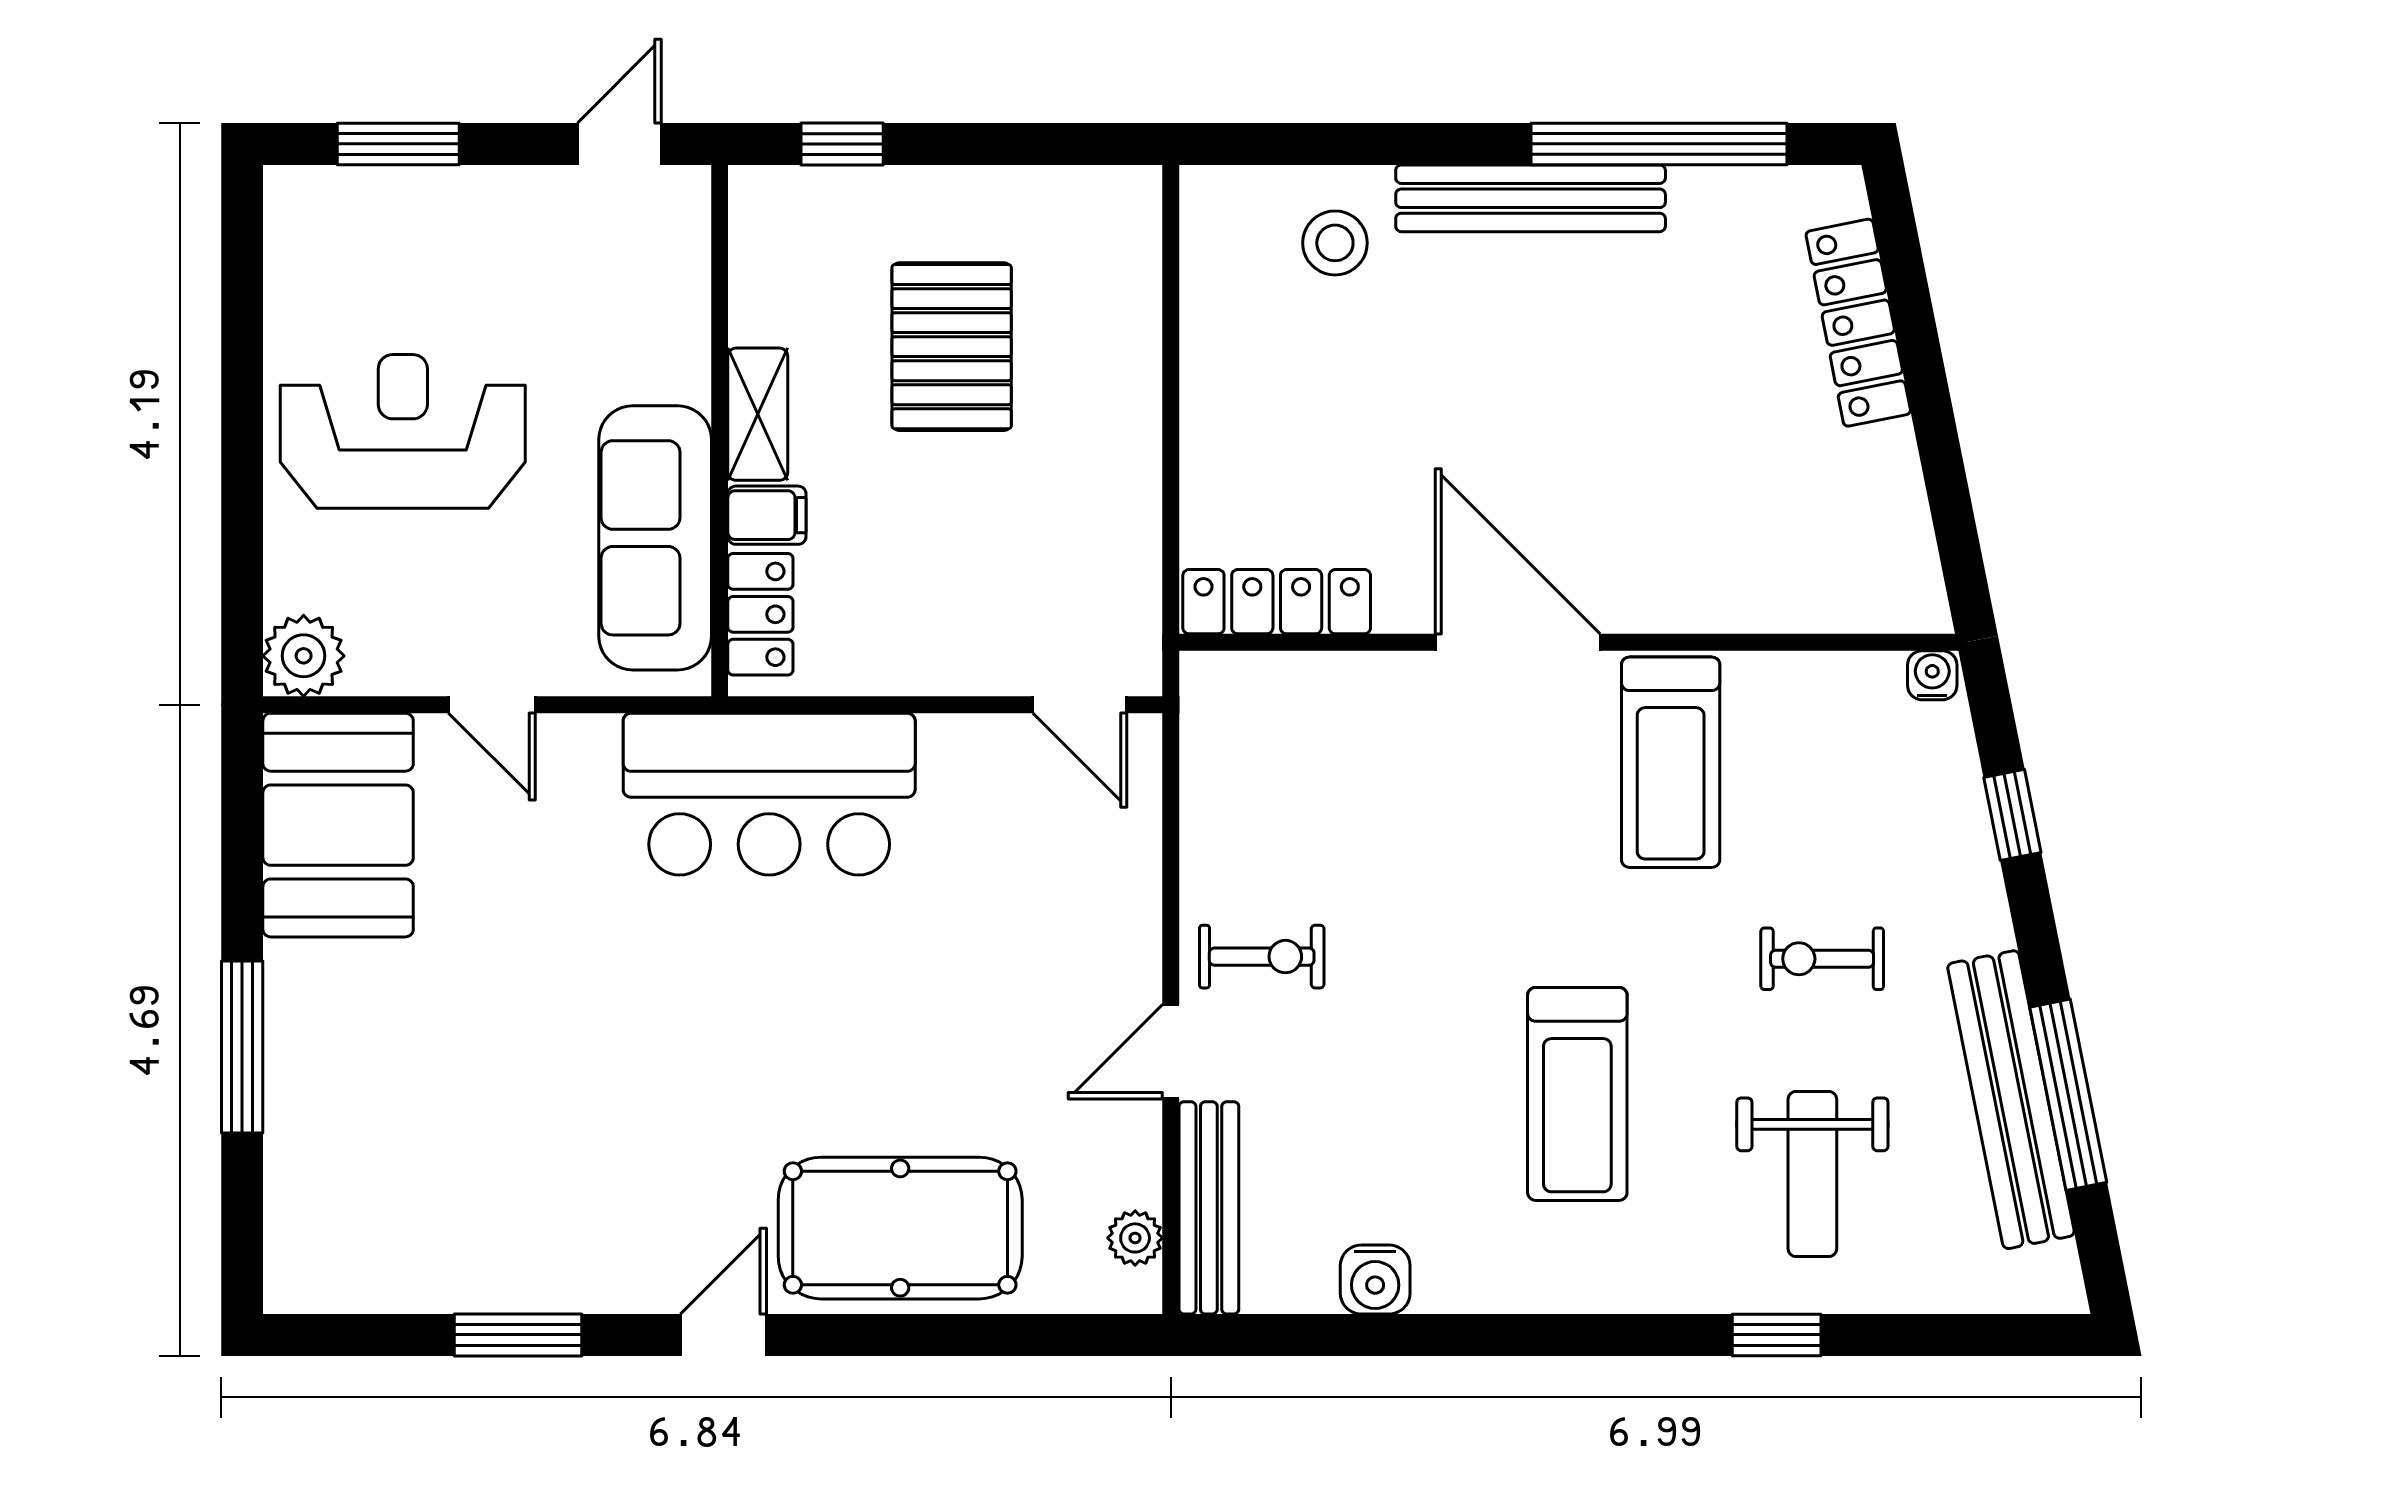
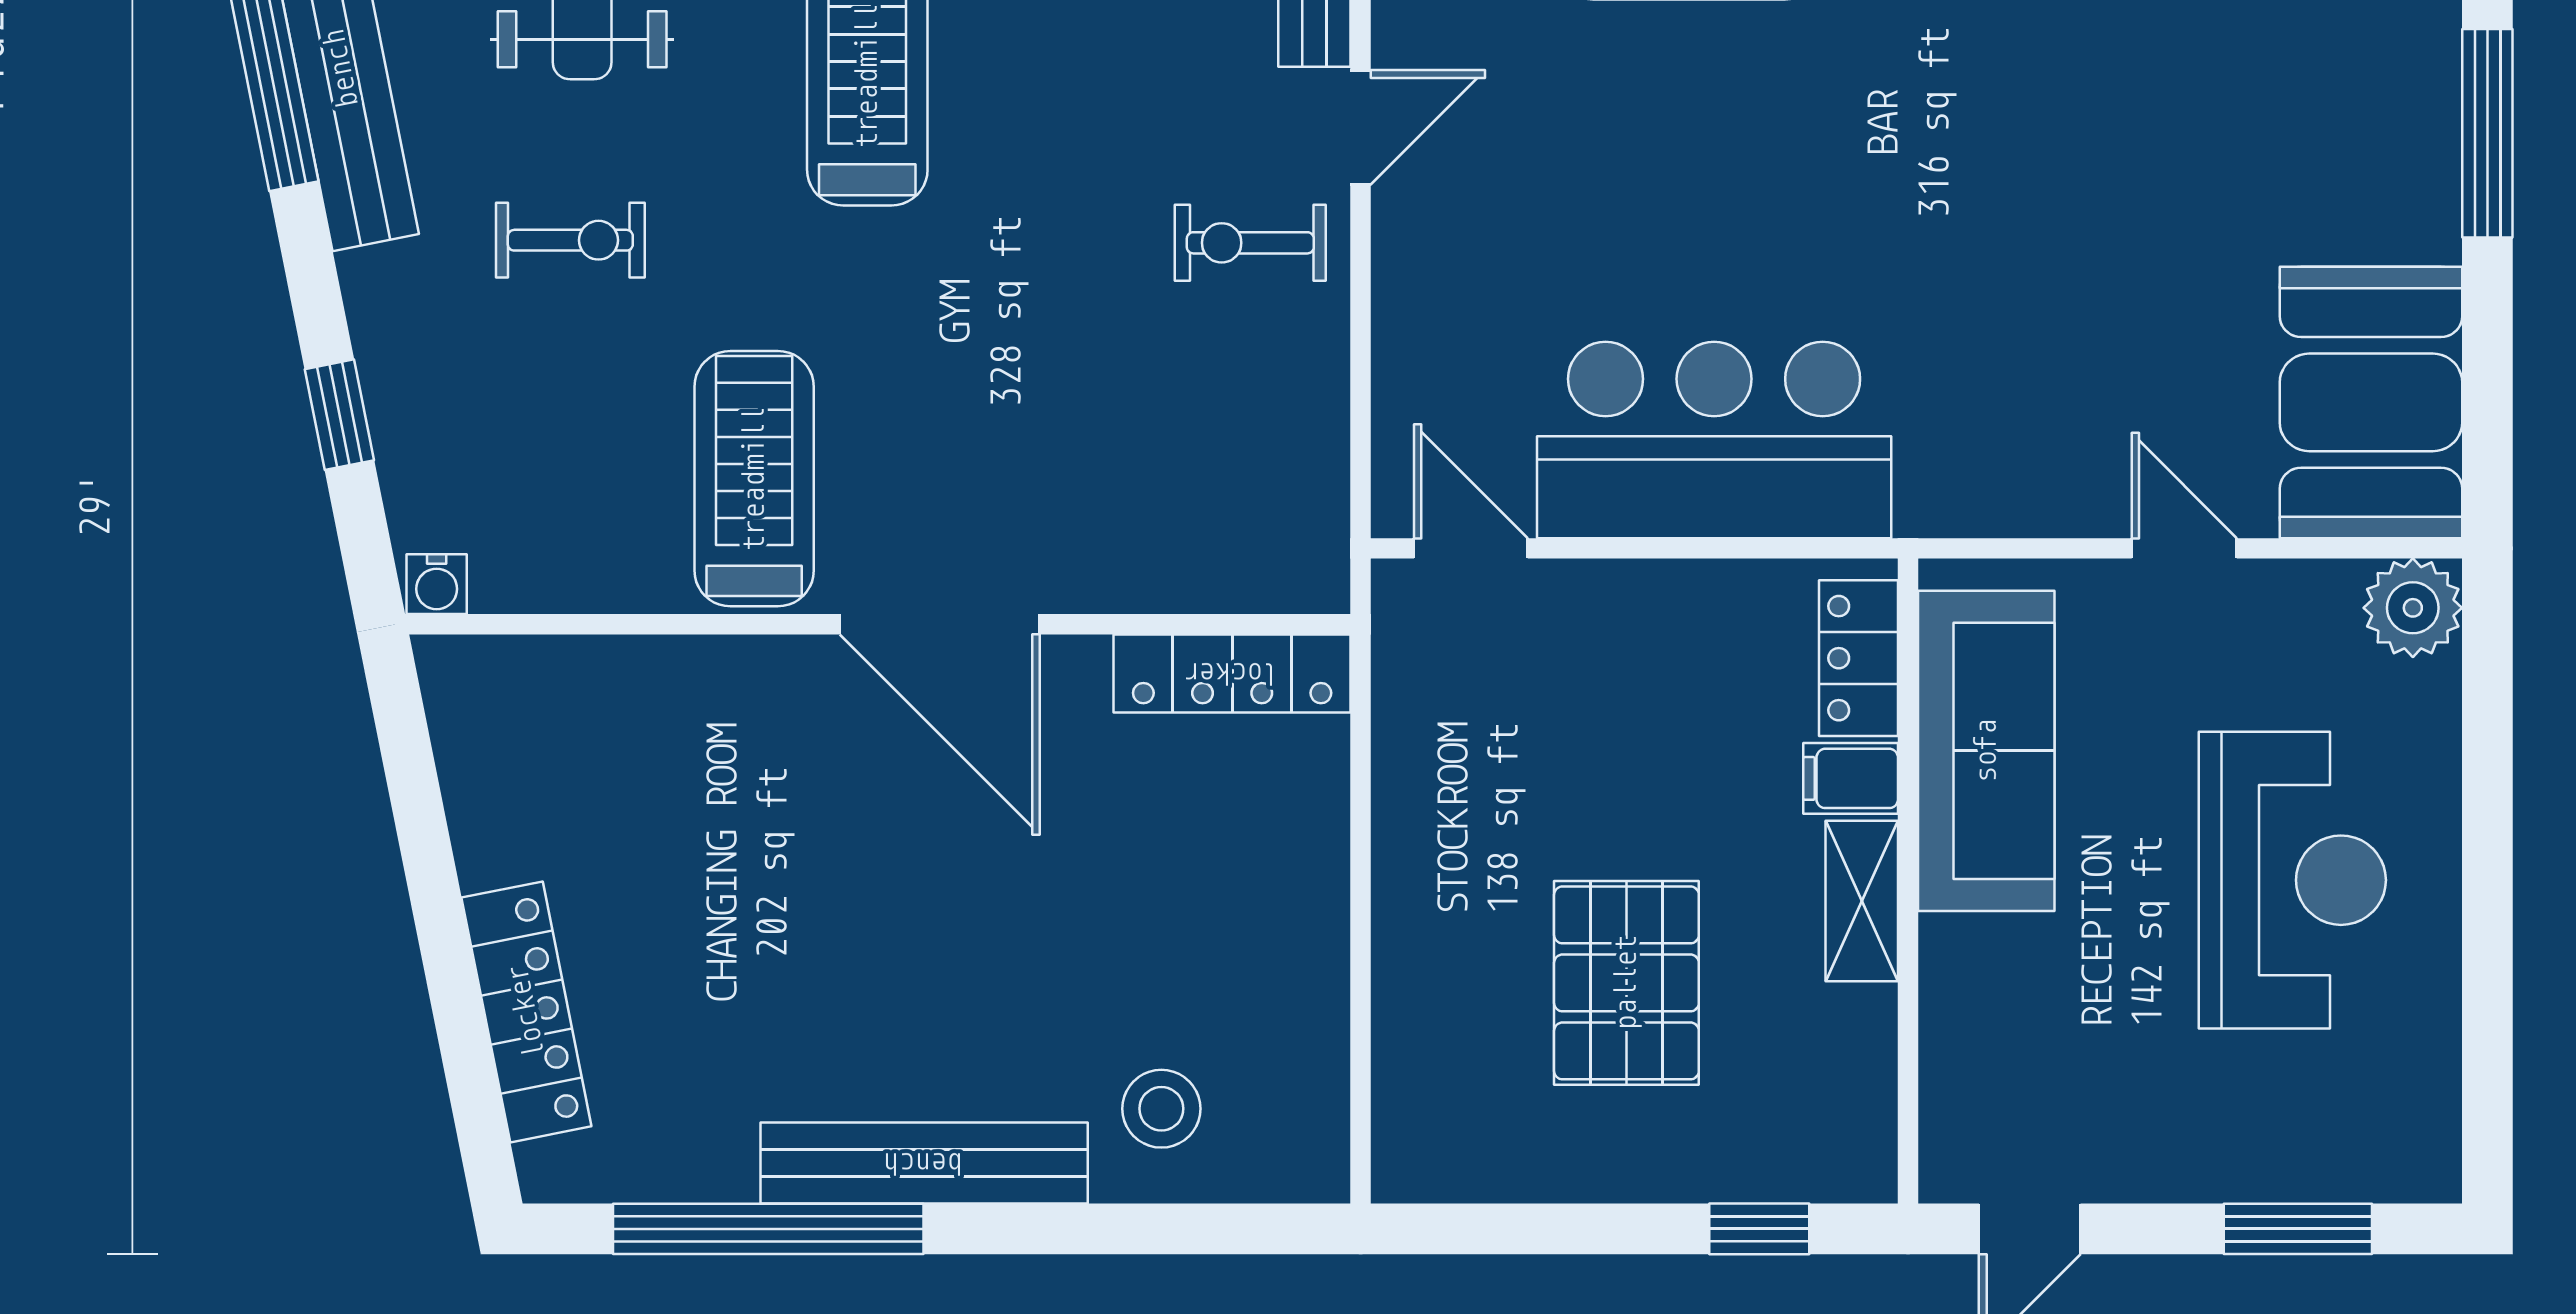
reception desk: (403, 431) -> (2292, 880), turned -90
bar counter: (769, 794) -> (1714, 440), moved

